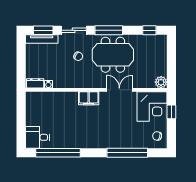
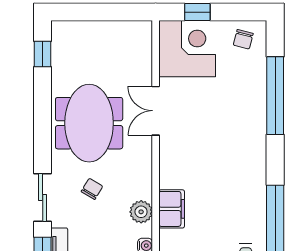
window: (109, 30) -> (43, 131), removed
plant: (161, 82) -> (141, 212), moved
filing cabinet: (89, 98) -> (172, 209), moved

